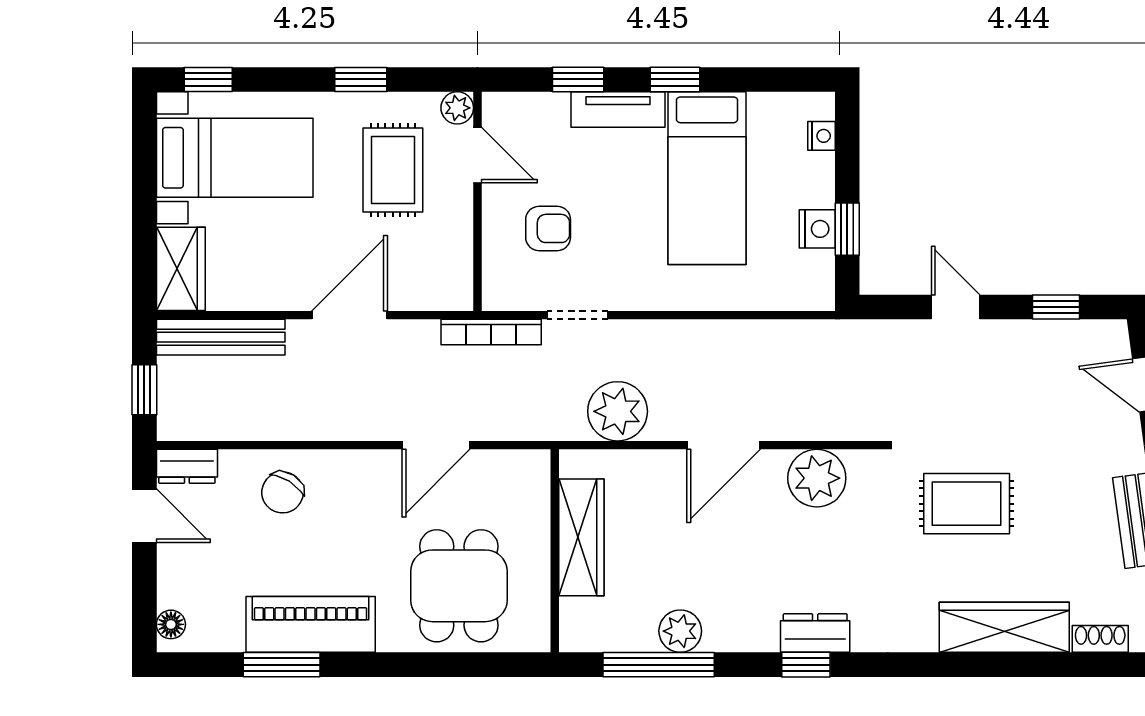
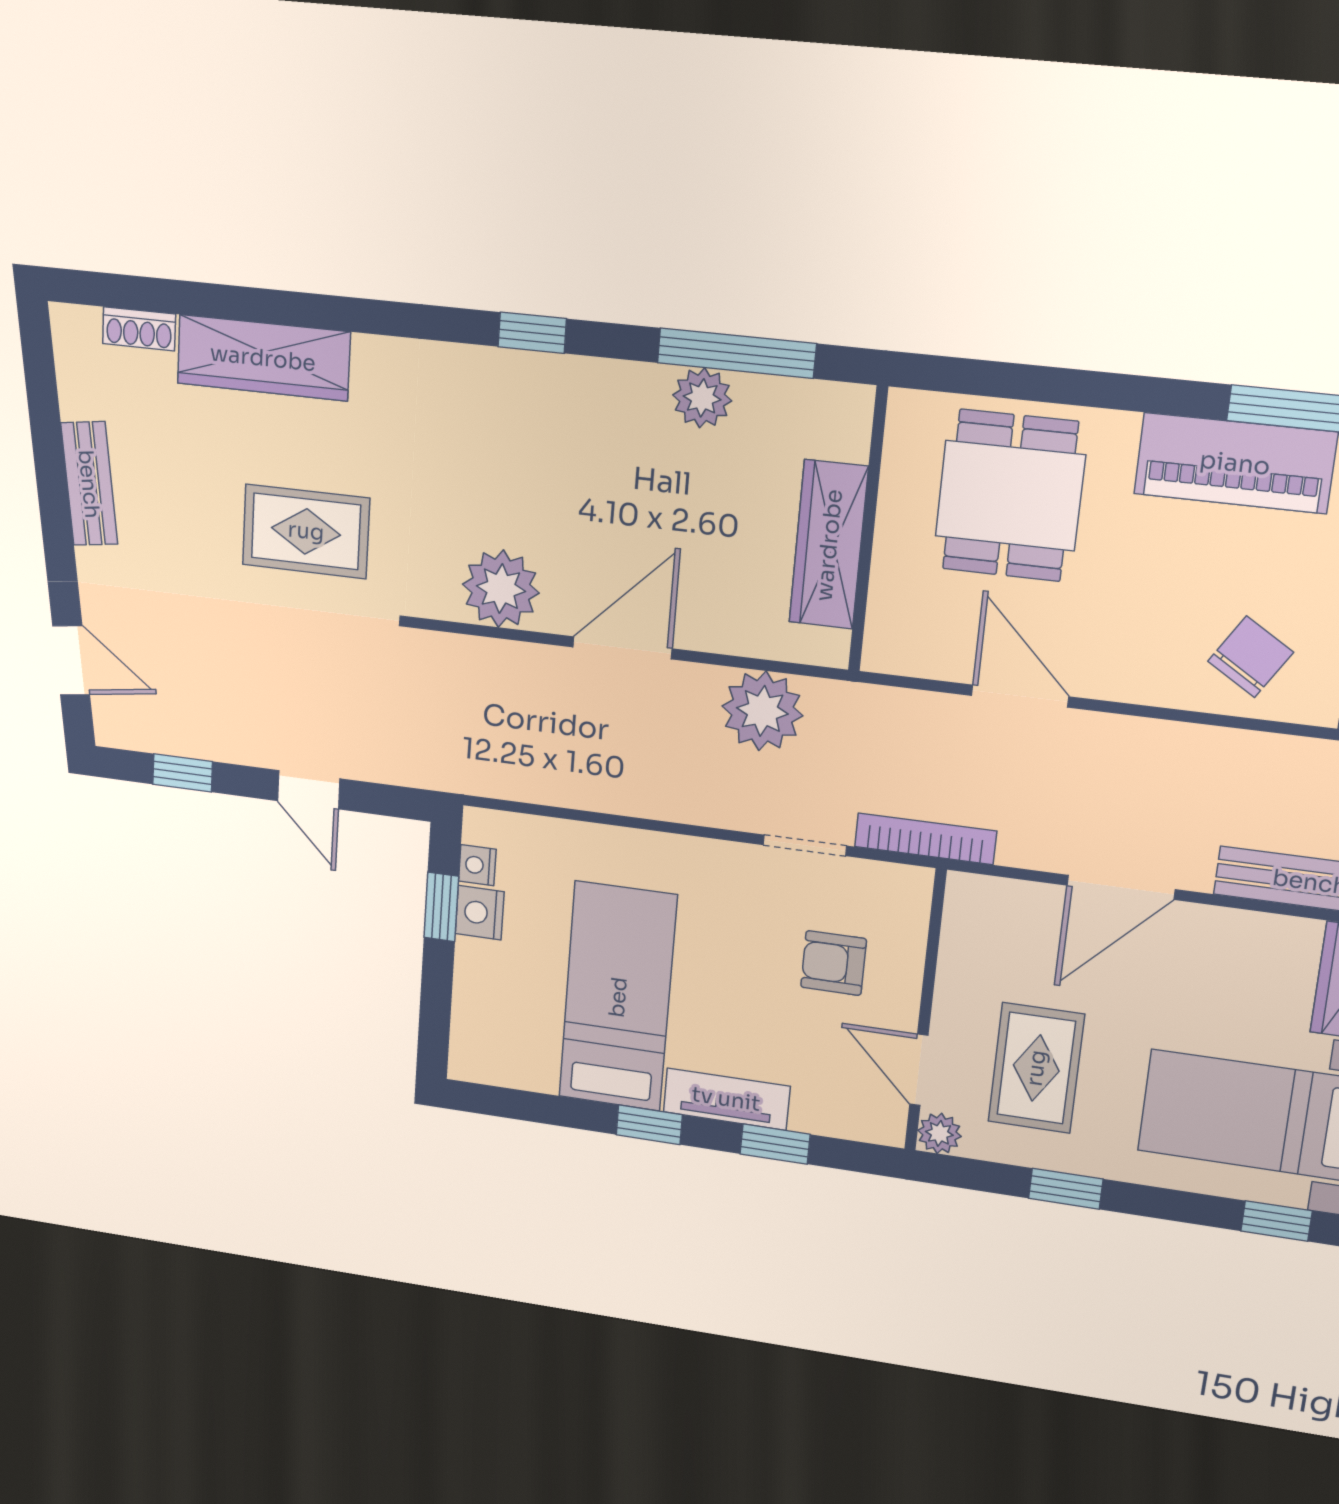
nightstand: (821, 136) -> (477, 865), moved
door: (436, 445) -> (1020, 696), hinge flipped
dresser: (815, 633) -> (516, 376), removed

